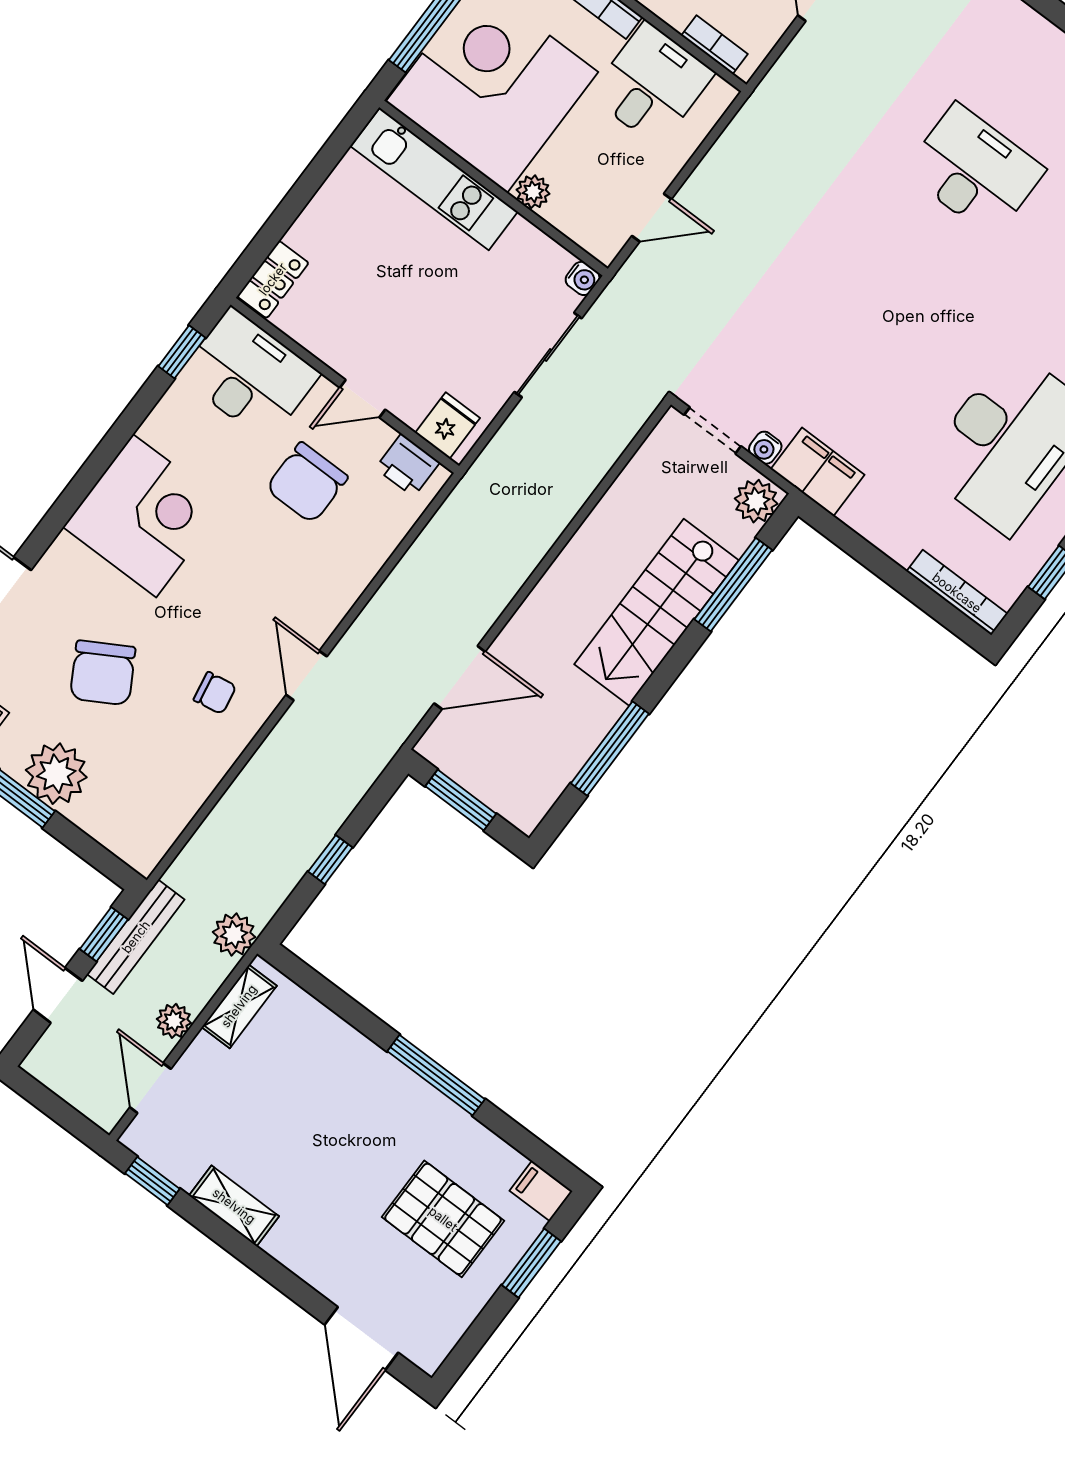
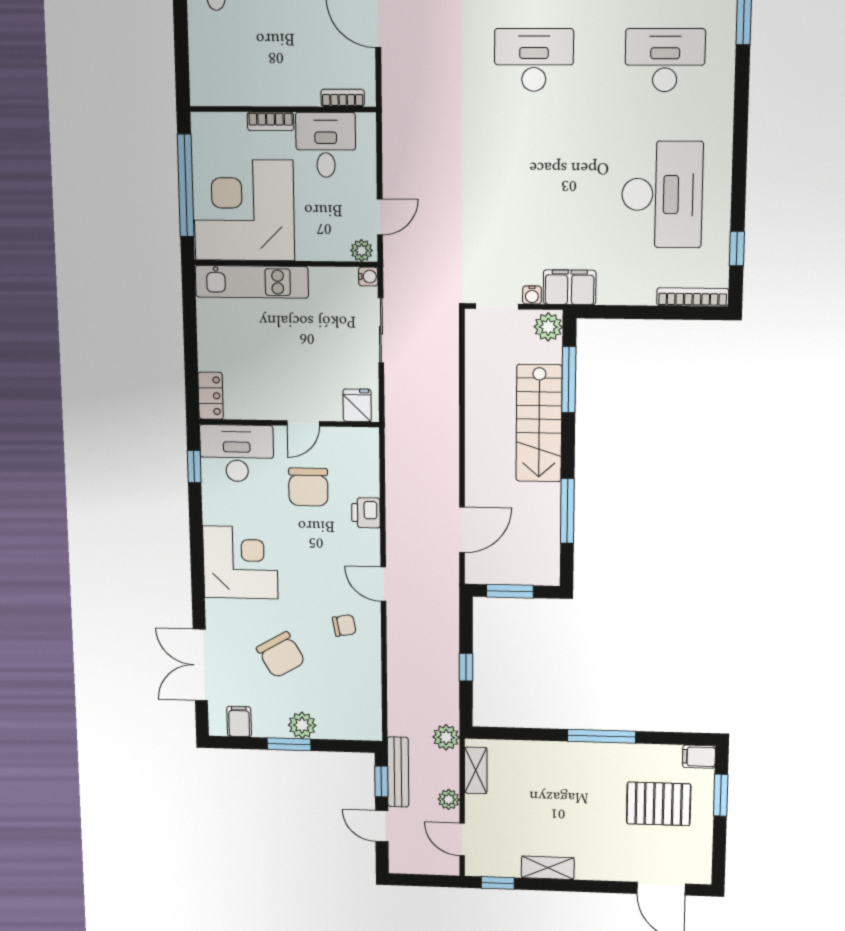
plant: (533, 192) -> (362, 250), moved
printer: (408, 465) -> (366, 513), moved, turned 90
plant: (56, 774) -> (302, 725), width x0.73, depth x0.73

